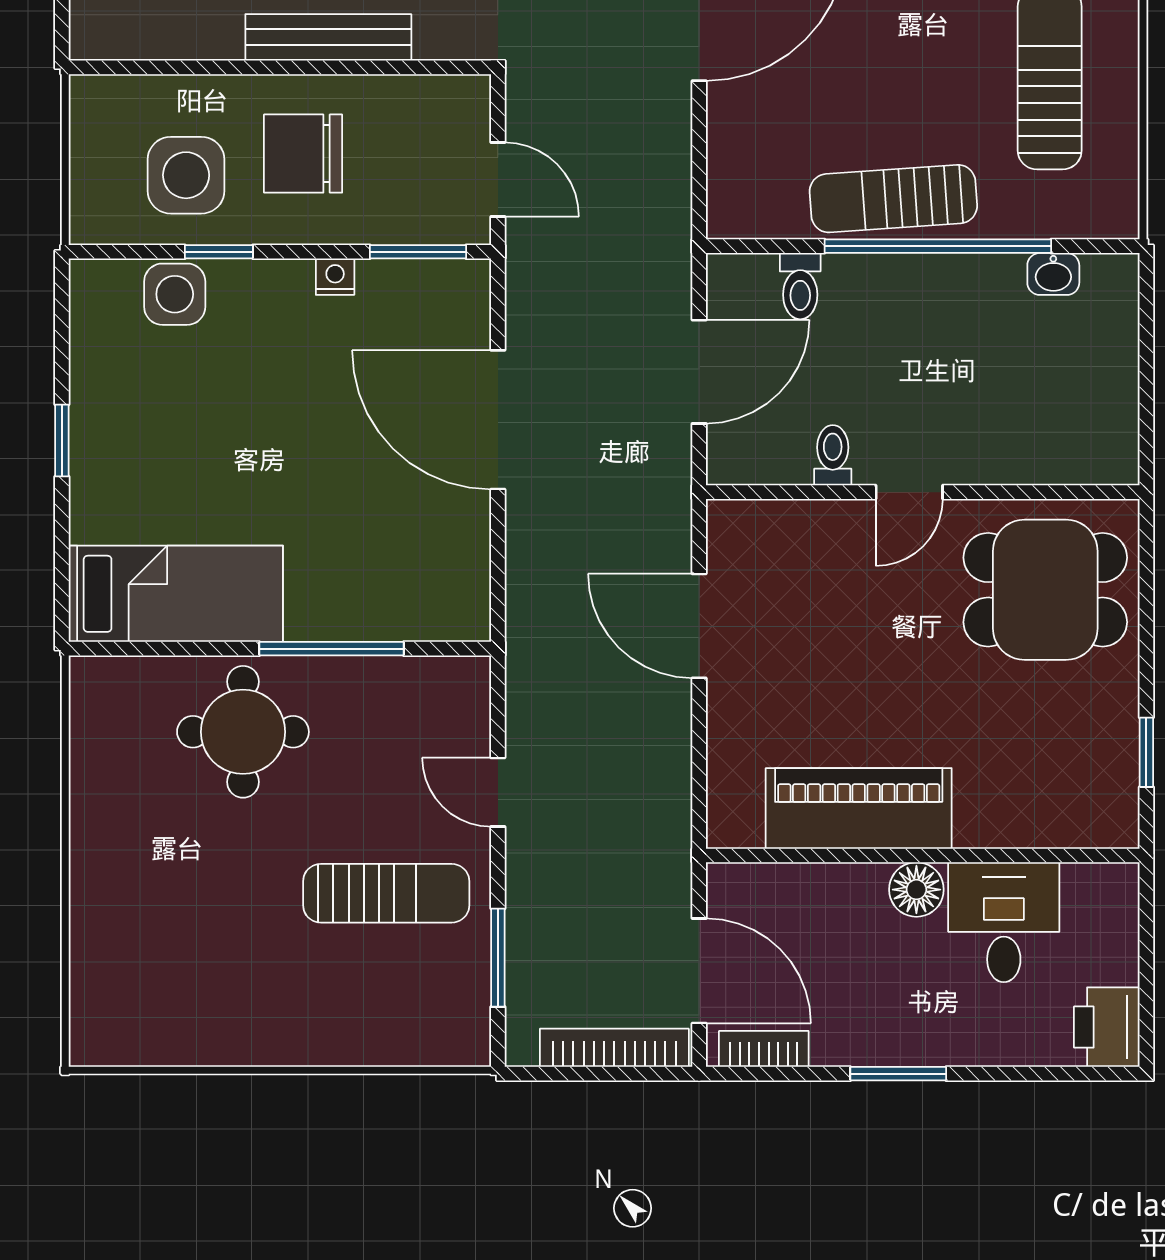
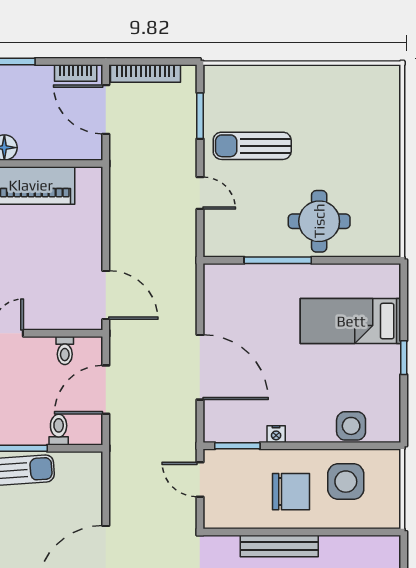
window: (219, 252) -> (330, 446), removed
toilet: (833, 455) -> (65, 351), moved
bed: (176, 594) -> (351, 321), moved
door: (699, 626) -> (106, 295), moved

